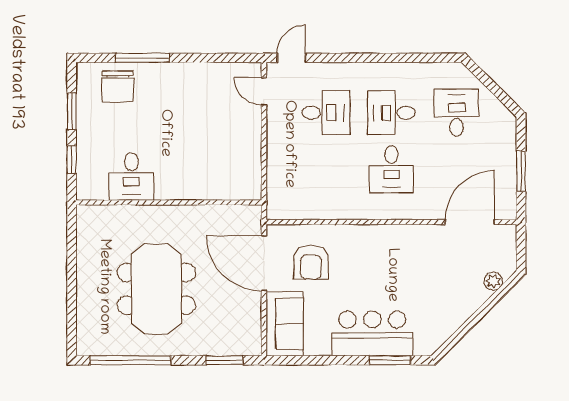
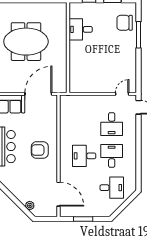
armchair: (311, 262) -> (40, 150), moved

